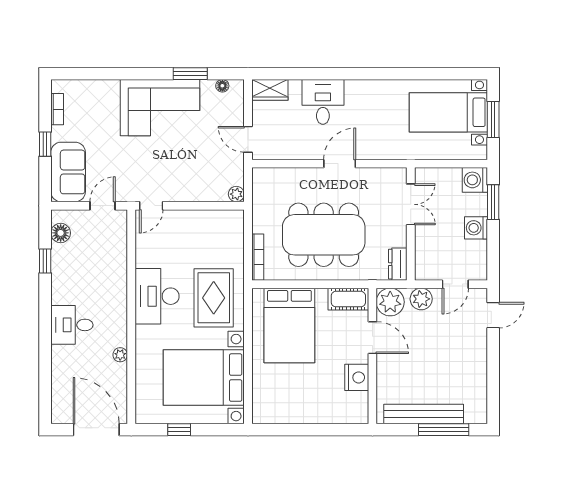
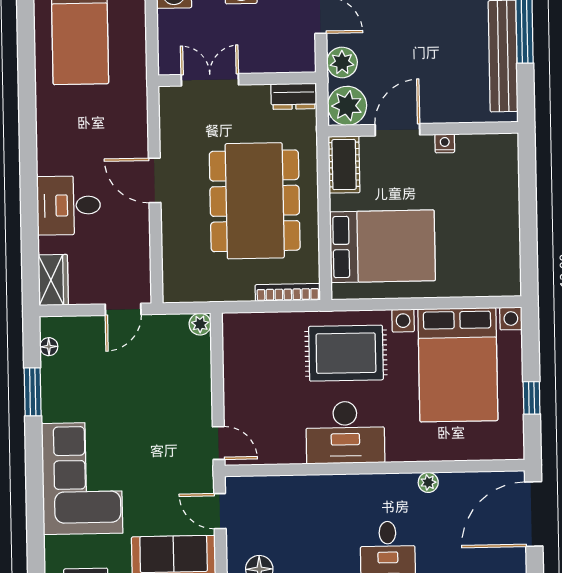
corner sofa: (160, 108) -> (82, 478), moved
nightstand: (357, 377) -> (445, 143), width x0.53, depth x0.56

